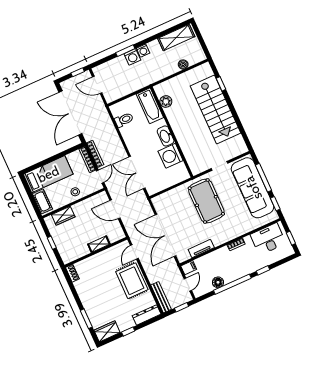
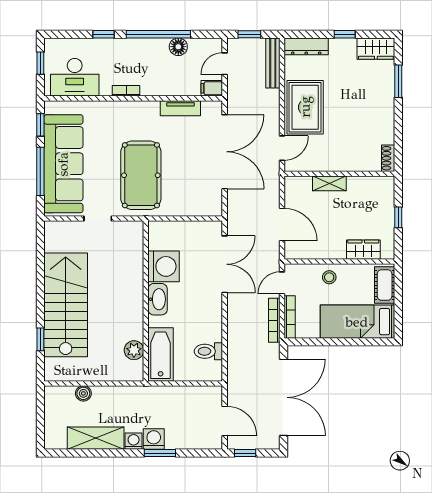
shelving: (176, 37) -> (96, 438), moved

